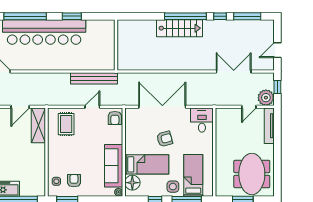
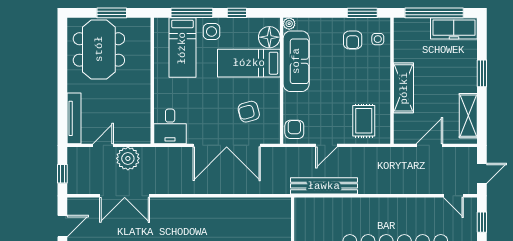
plant: (266, 98) -> (128, 158), moved
shelving: (38, 125) -> (404, 88), moved
armchair: (165, 139) -> (249, 112), moved

